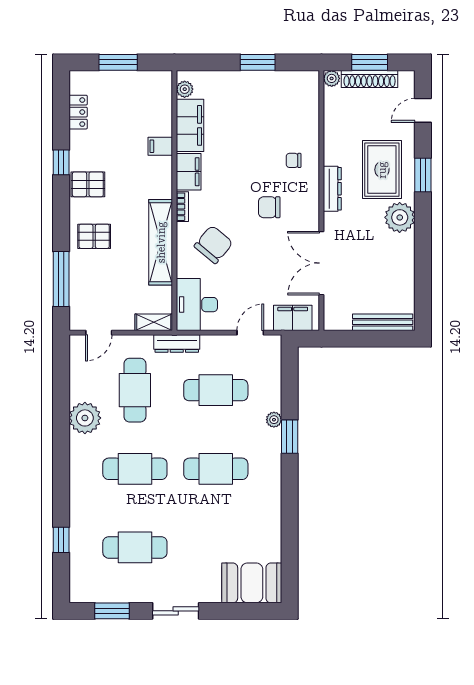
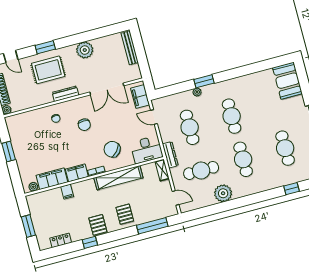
plant: (400, 217) -> (85, 50), moved

